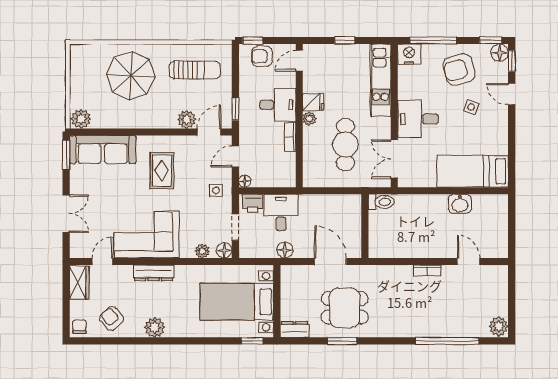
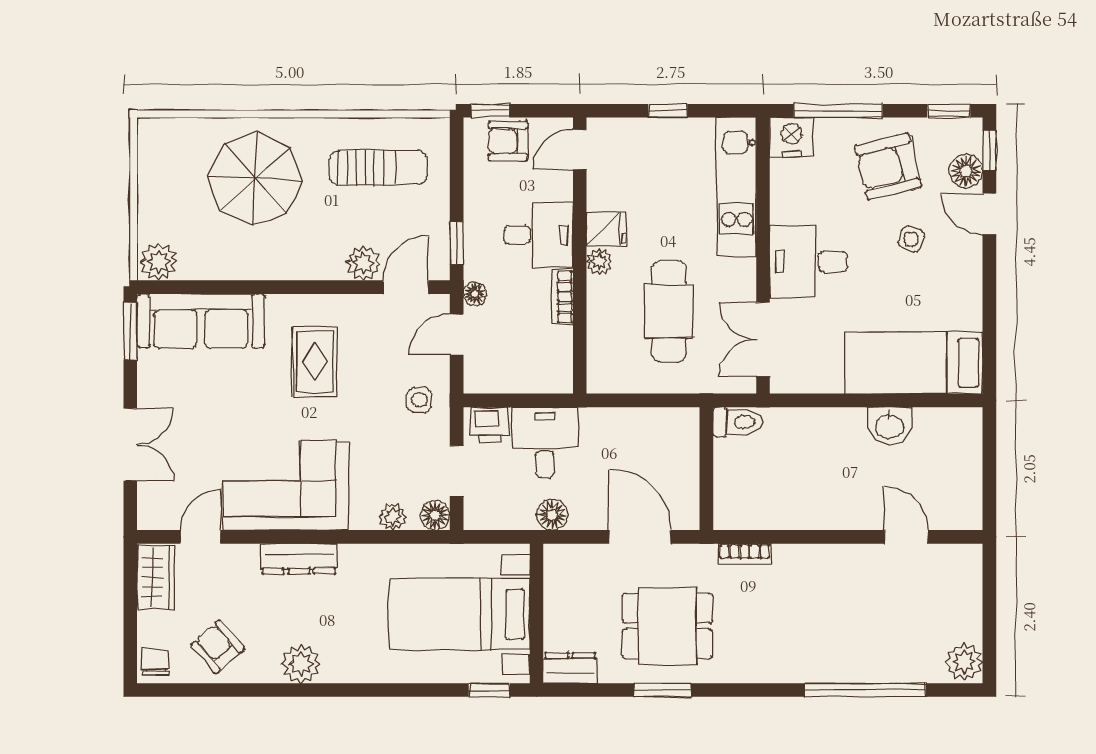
floor lamp: (500, 53) -> (966, 171), moved
floor lamp: (245, 181) -> (475, 294), moved
bookcase: (427, 270) -> (745, 554), moved

